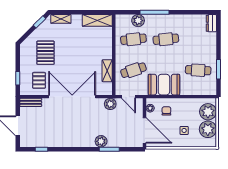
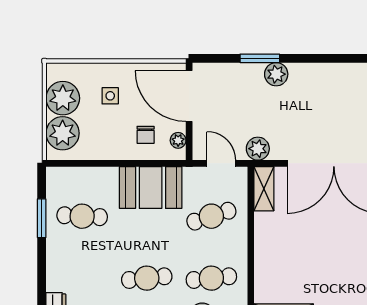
shelving: (107, 71) -> (264, 189), moved

